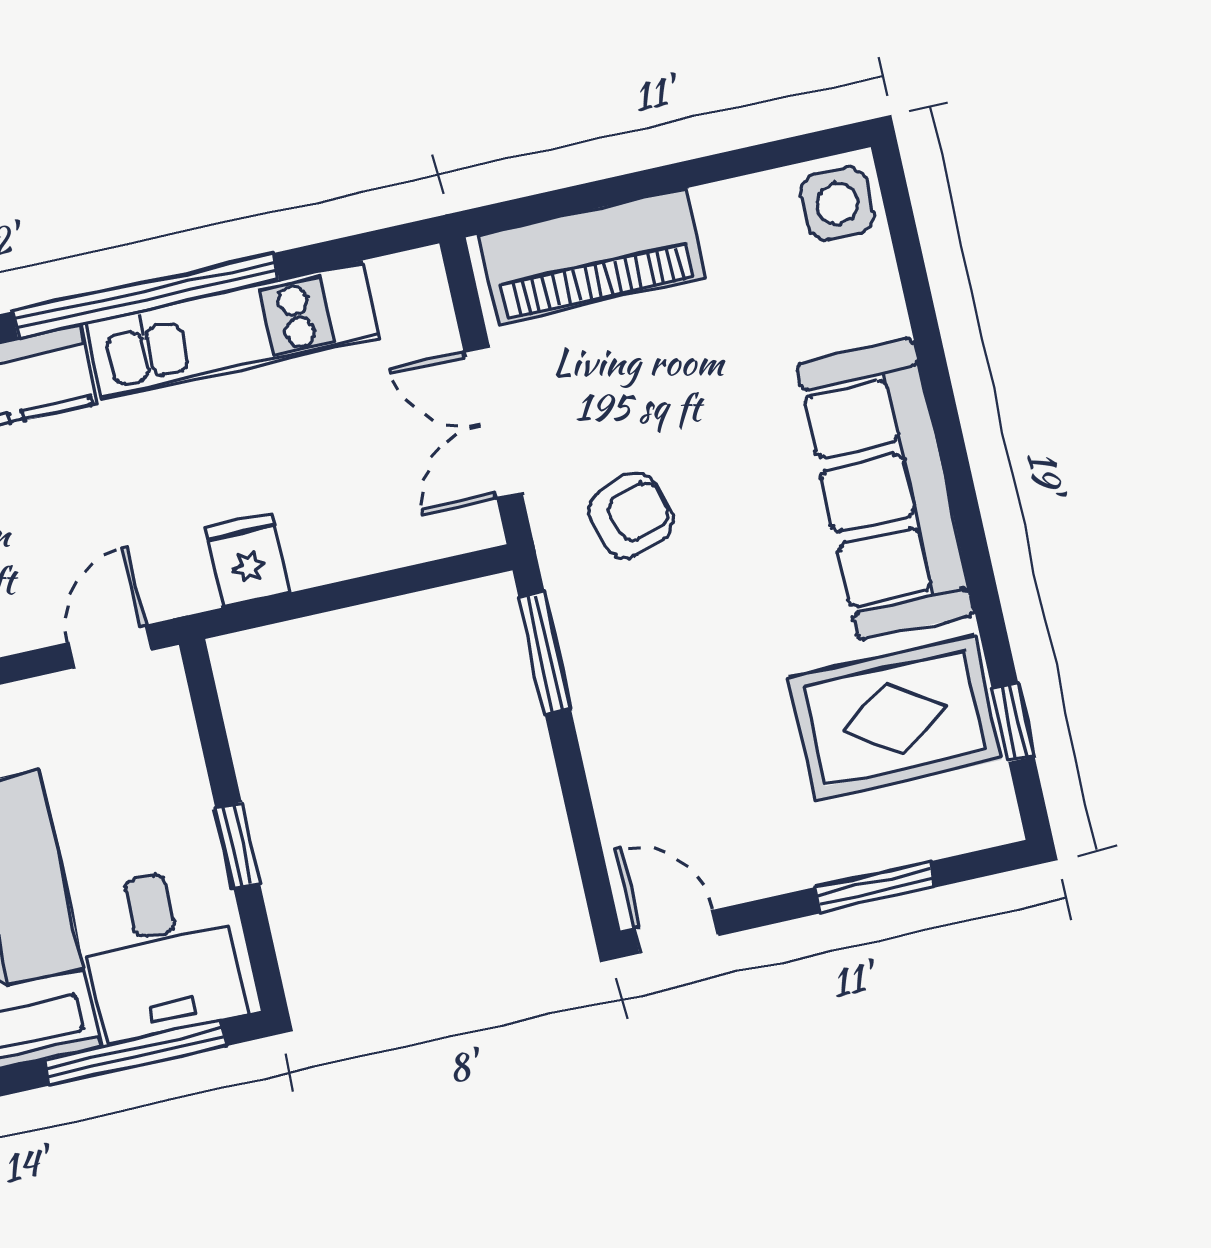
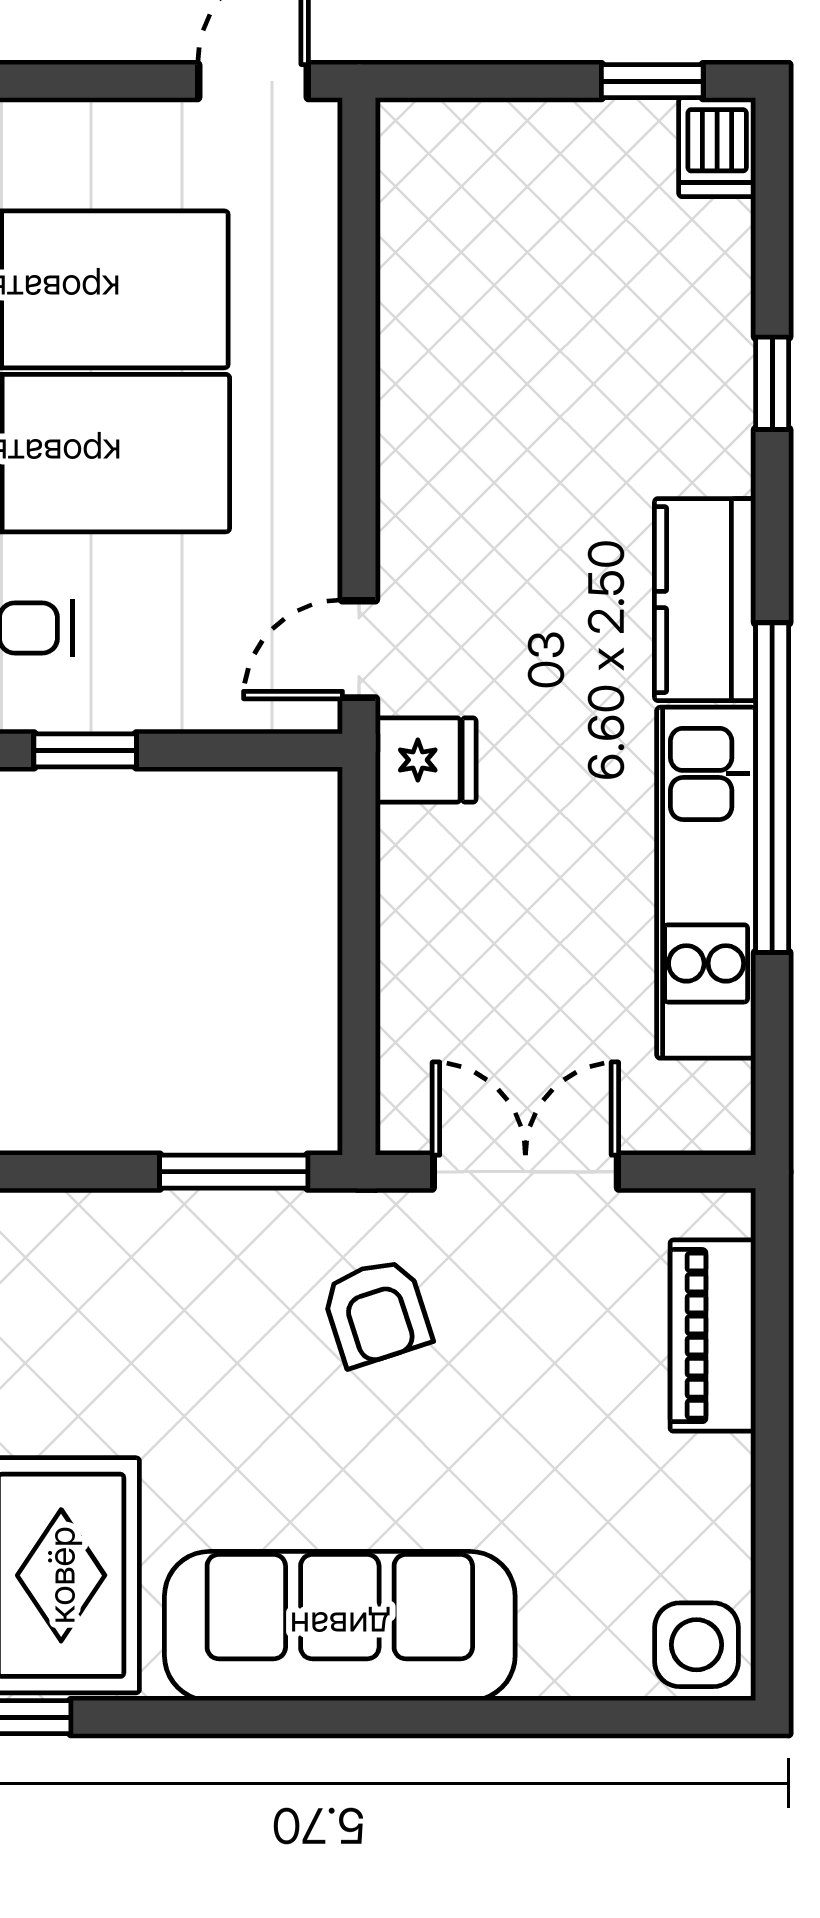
piano: (592, 256) -> (713, 1336), width x0.73, depth x0.75
fridge: (248, 560) -> (426, 760), moved
door: (109, 647) -> (359, 649), swing flipped

